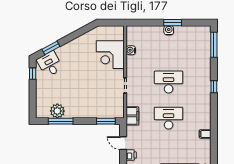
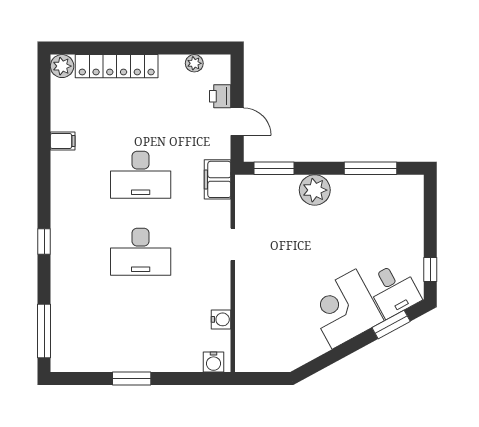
water cooler: (169, 30) -> (214, 362), moved
corner desk: (110, 55) -> (344, 309), moved, turned -119
plant: (57, 111) -> (315, 190), moved

